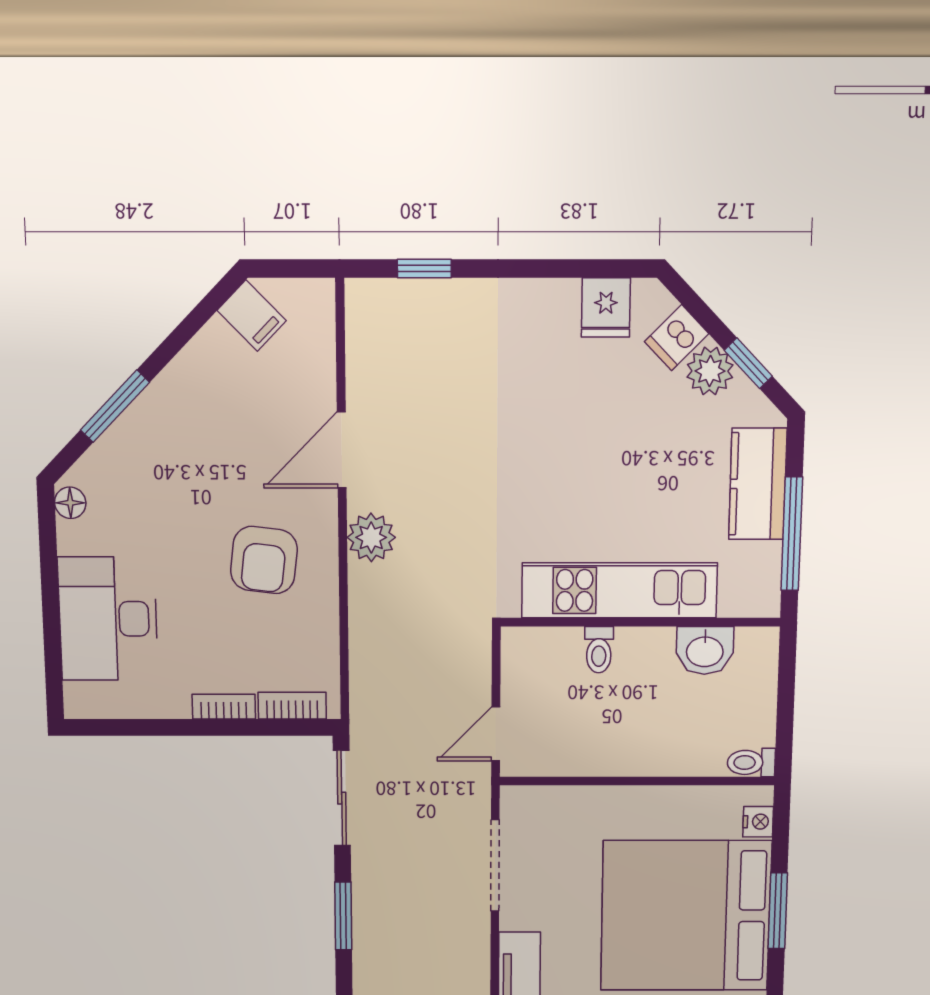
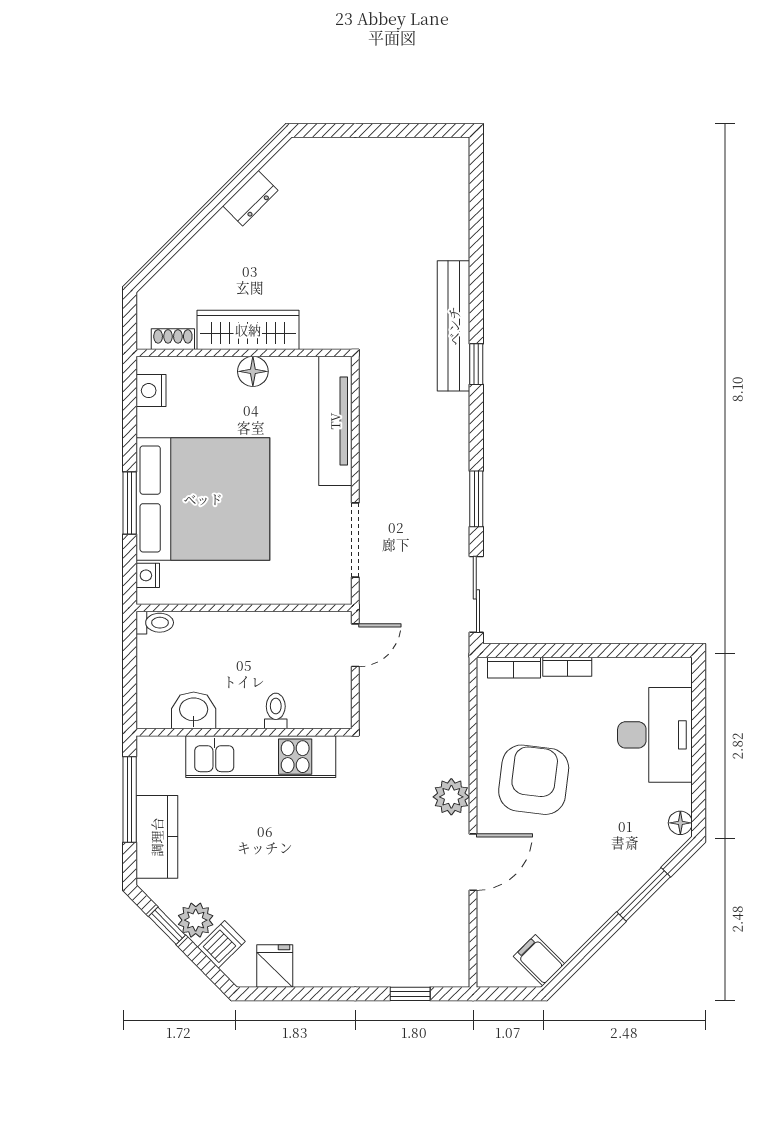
armchair: (264, 560) -> (534, 780), width x1.36, depth x1.36

